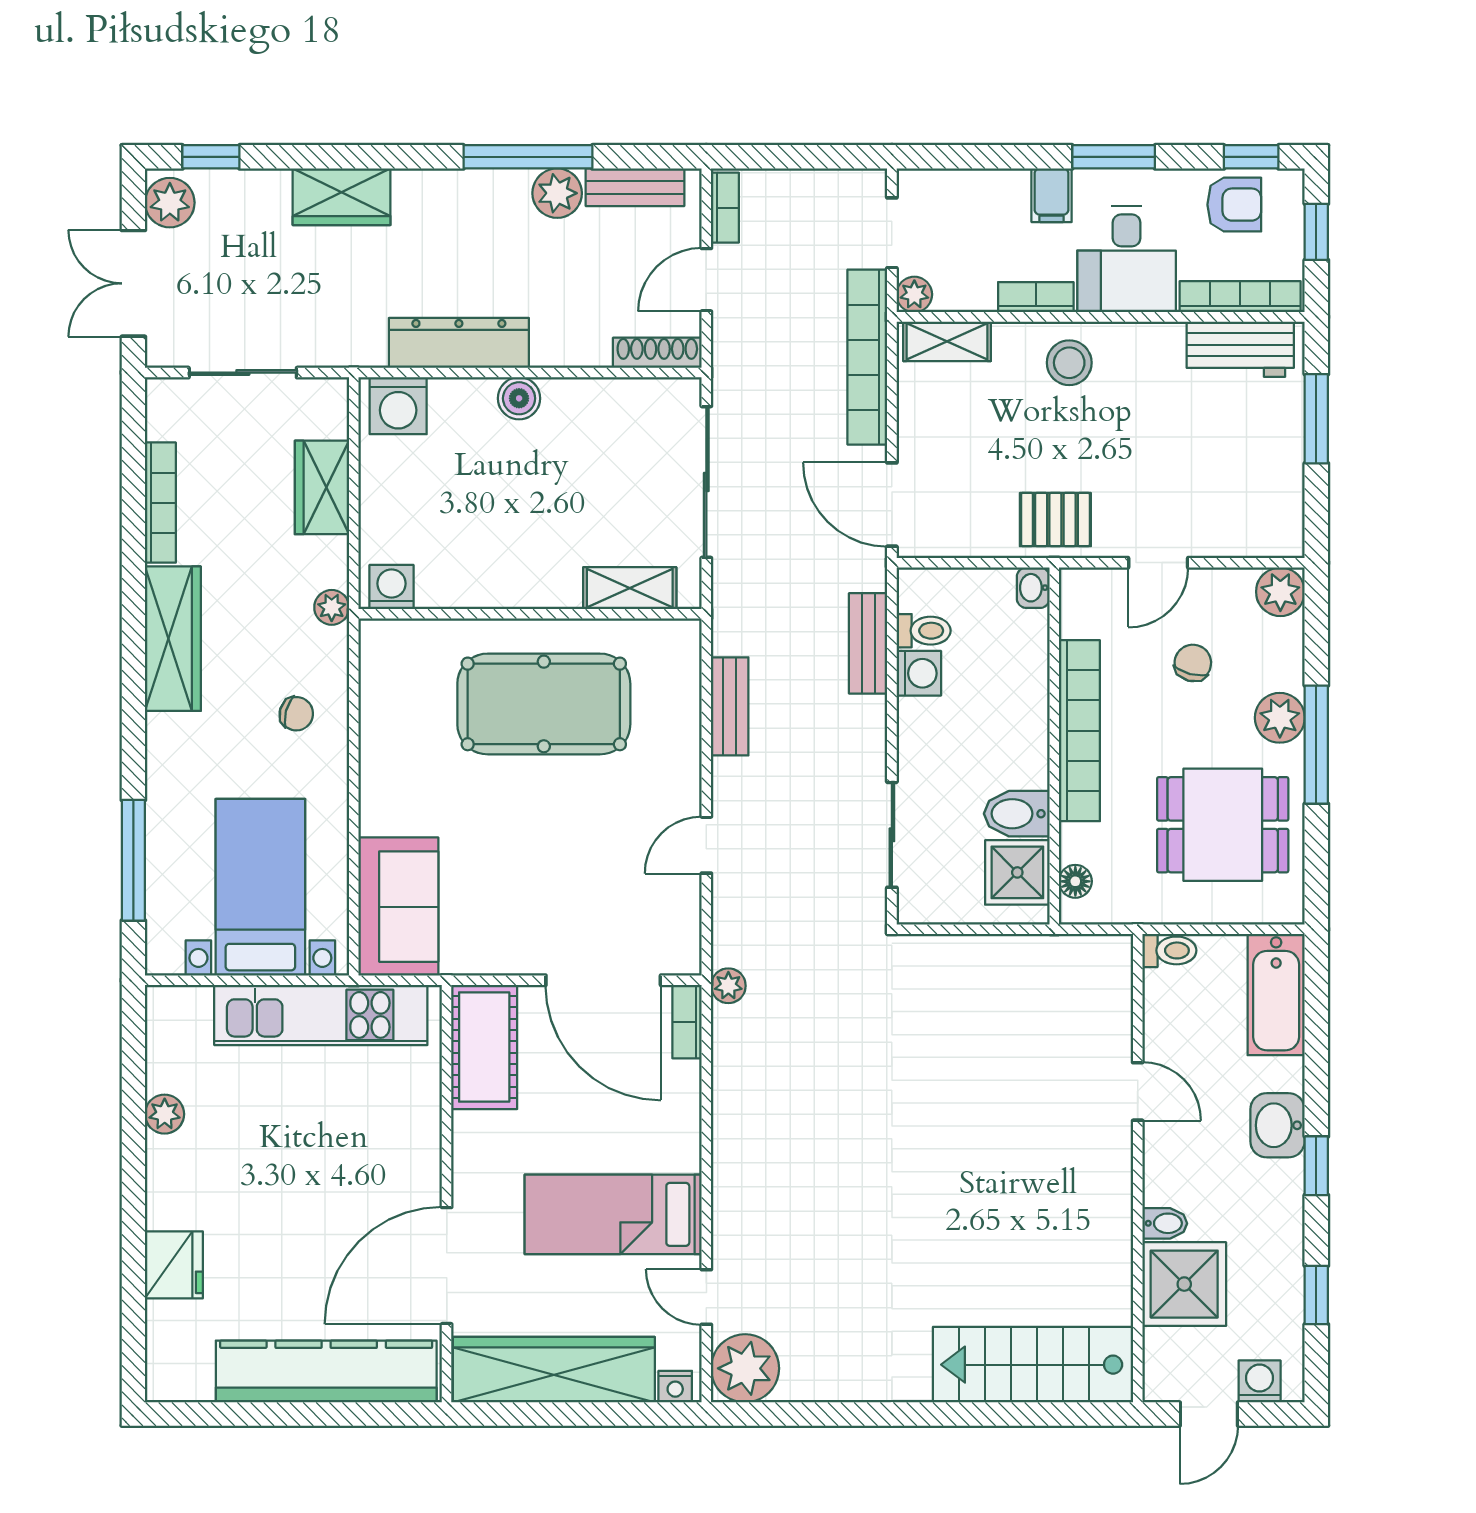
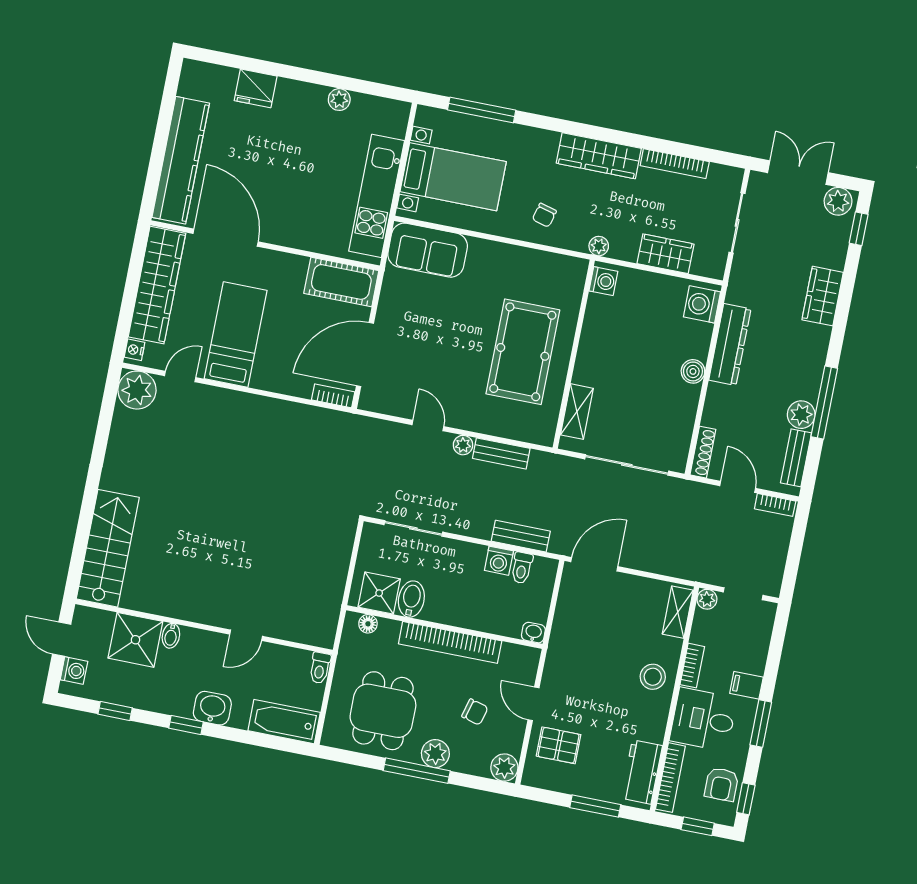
bookcase: (867, 357) -> (678, 567), removed
pallet: (1055, 520) -> (559, 745), moved, turned 90
plant: (728, 986) -> (463, 445), moved

